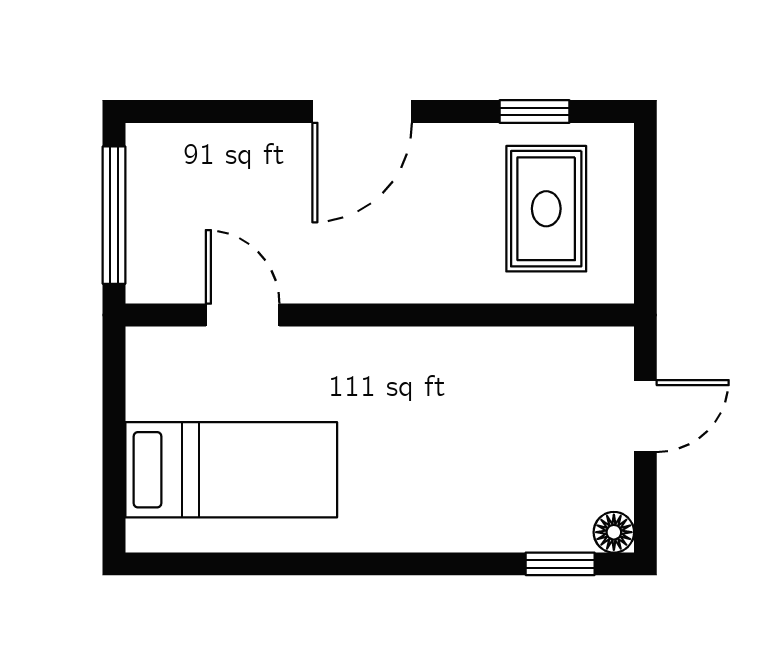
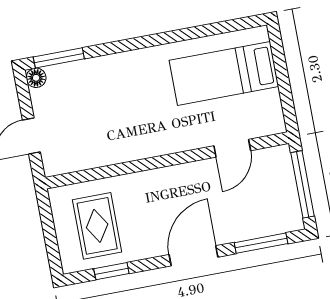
window: (220, 111) -> (261, 243), added
door: (243, 315) -> (232, 148), hinge flipped
window: (560, 564) -> (59, 58), width x1.50

